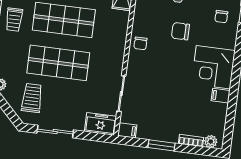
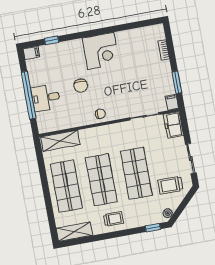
chair: (221, 17) -> (59, 57), removed
filing cabinet: (221, 96) -> (121, 38), removed
plant: (211, 142) -> (160, 34), removed
window: (161, 145) -> (177, 82), moved

